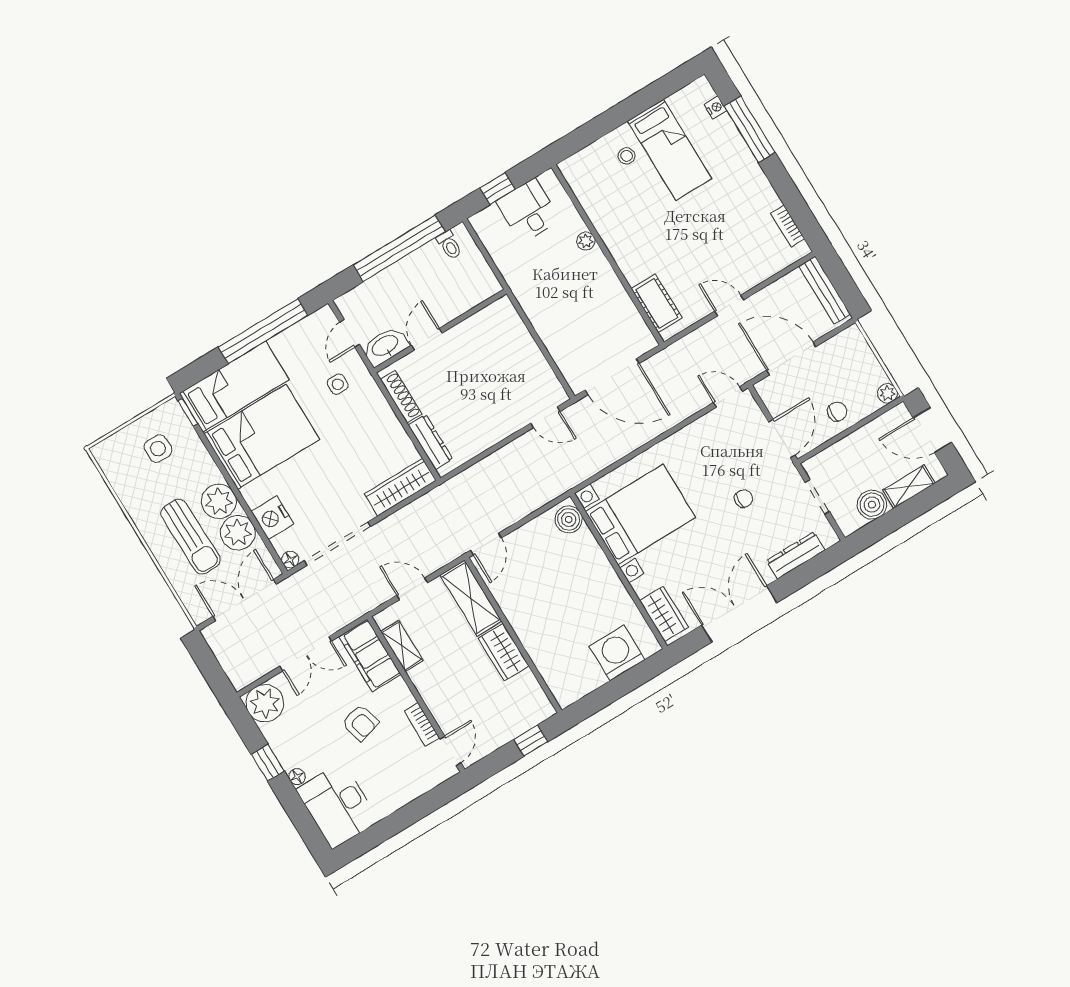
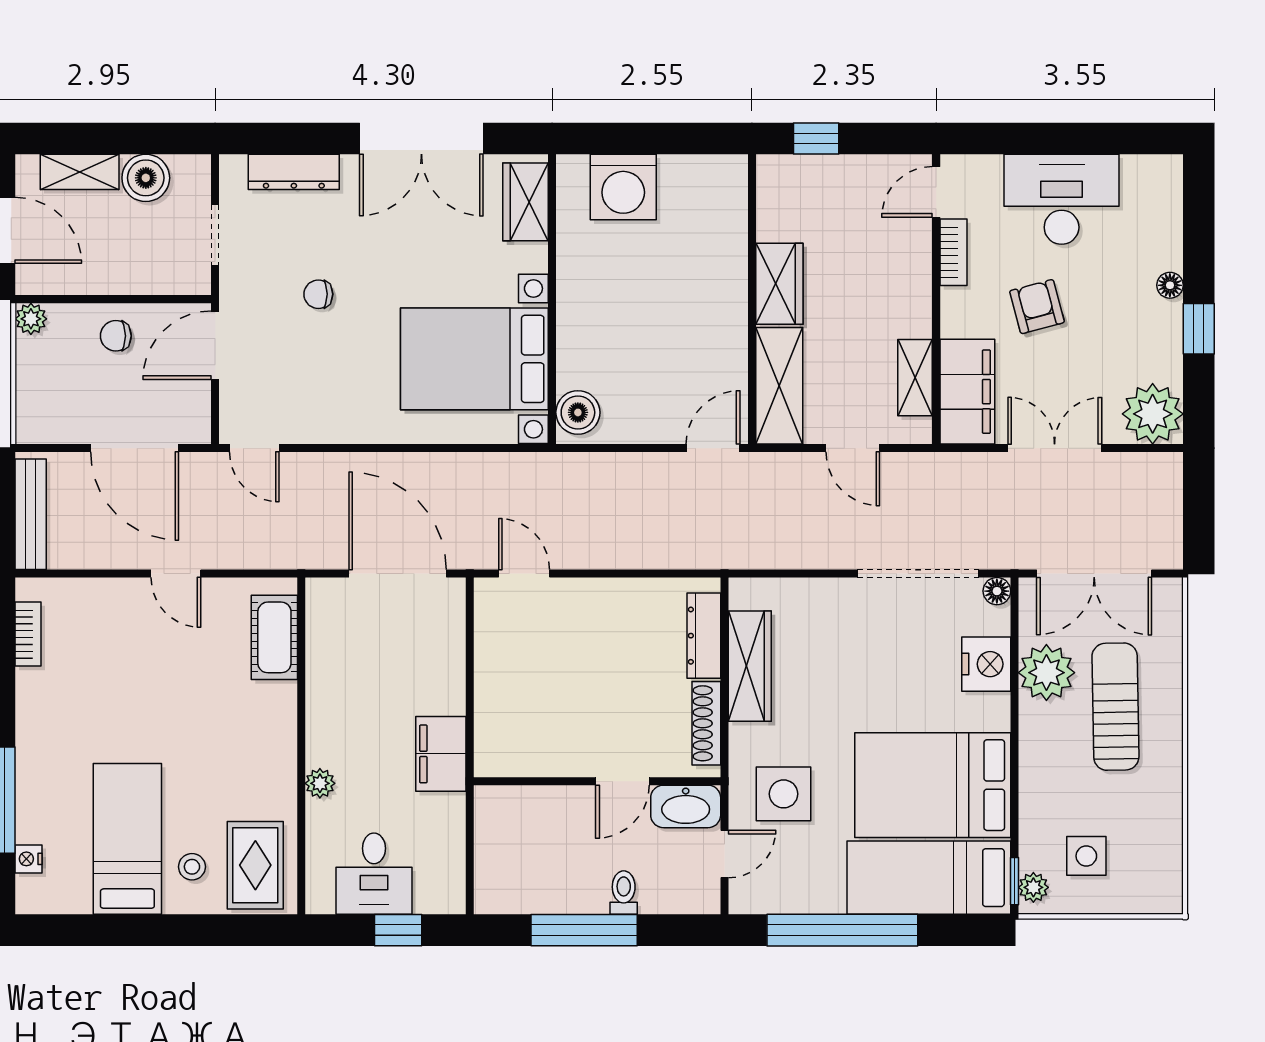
rug: (594, 177) -> (255, 865), added
toilet: (449, 245) -> (624, 893), moved
window: (399, 248) -> (584, 930), width x0.68
filing cabinet: (531, 295) -> (441, 754), added
side table: (338, 384) -> (784, 794), width x1.87, depth x1.87
wardrobe: (400, 487) -> (750, 666), moved, turned -90
plant: (219, 501) -> (1033, 887), moved, width x0.53, depth x0.53
desk: (338, 805) -> (1062, 199), moved, turned -90

